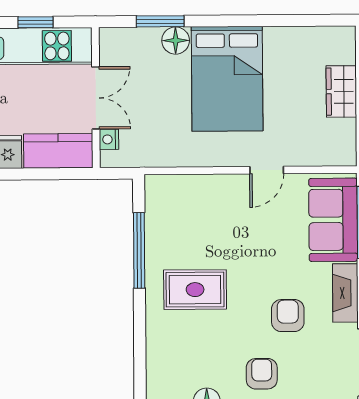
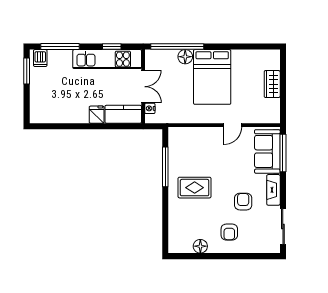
window: (160, 21) -> (177, 47), width x2.11
armchair: (262, 374) -> (229, 232), turned 180

